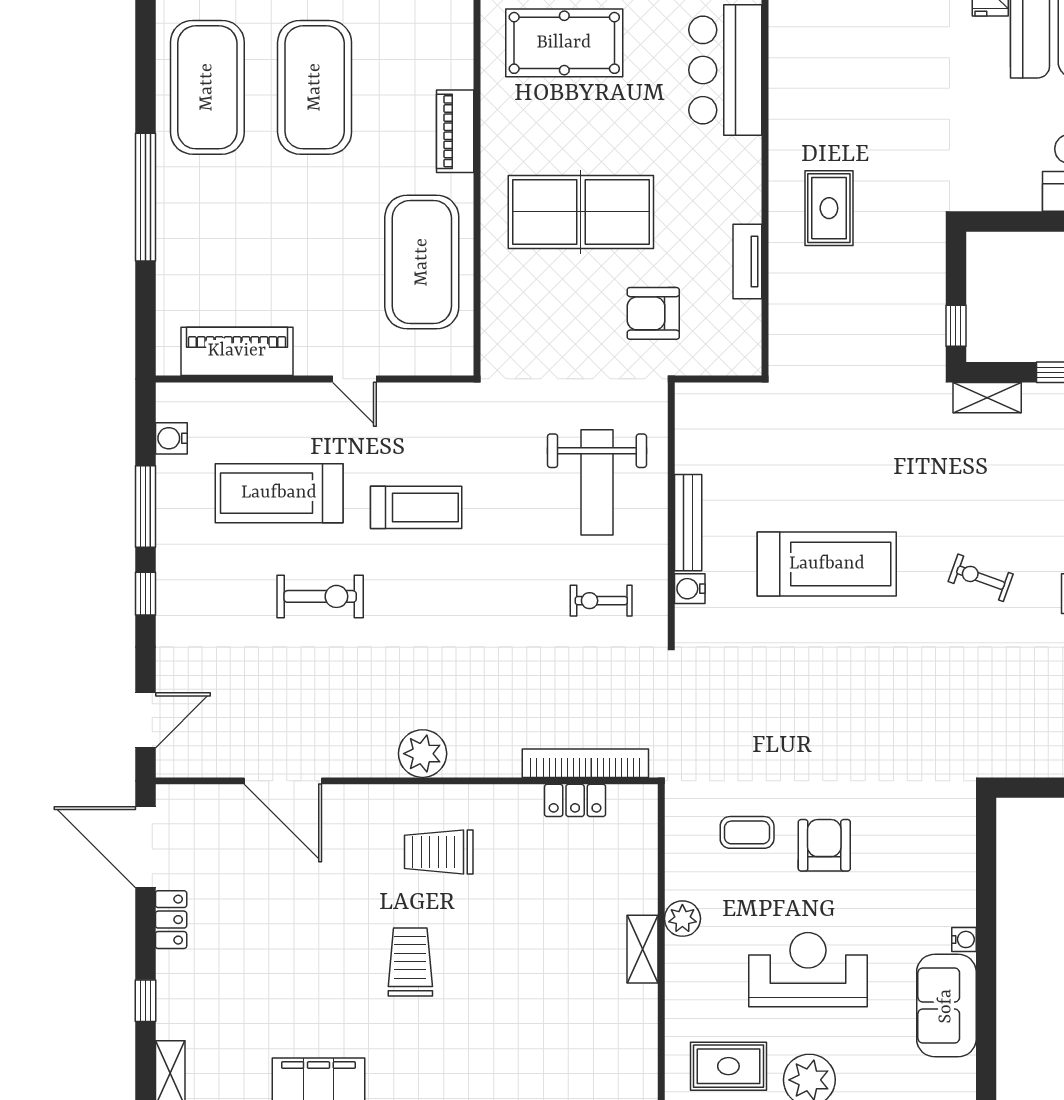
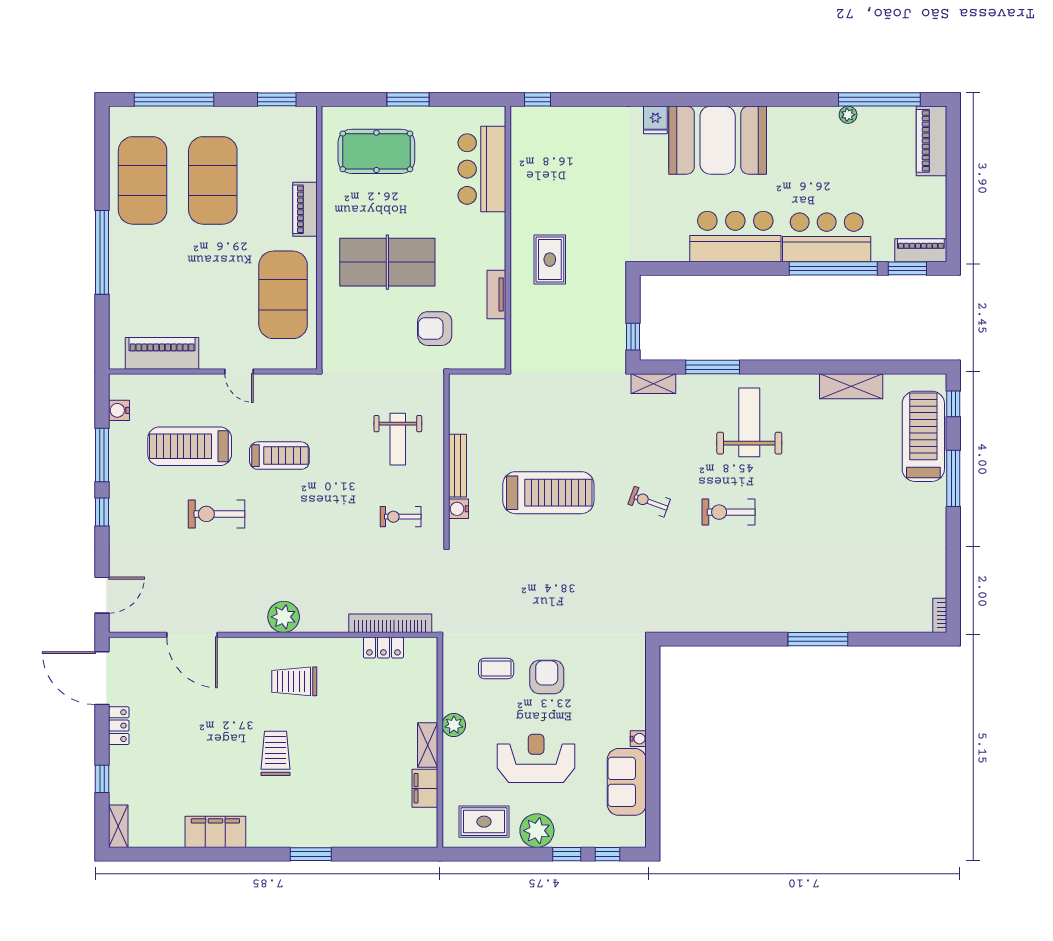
weight bench: (597, 482) -> (398, 439), width x0.73, depth x0.75
exercise bike: (320, 596) -> (216, 514), turned 180
filing cabinet: (638, 1015) -> (425, 788), added

